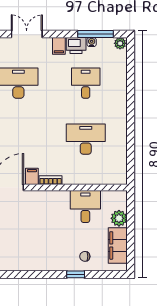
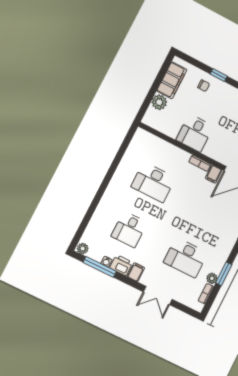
desk: (85, 206) -> (195, 133), moved

